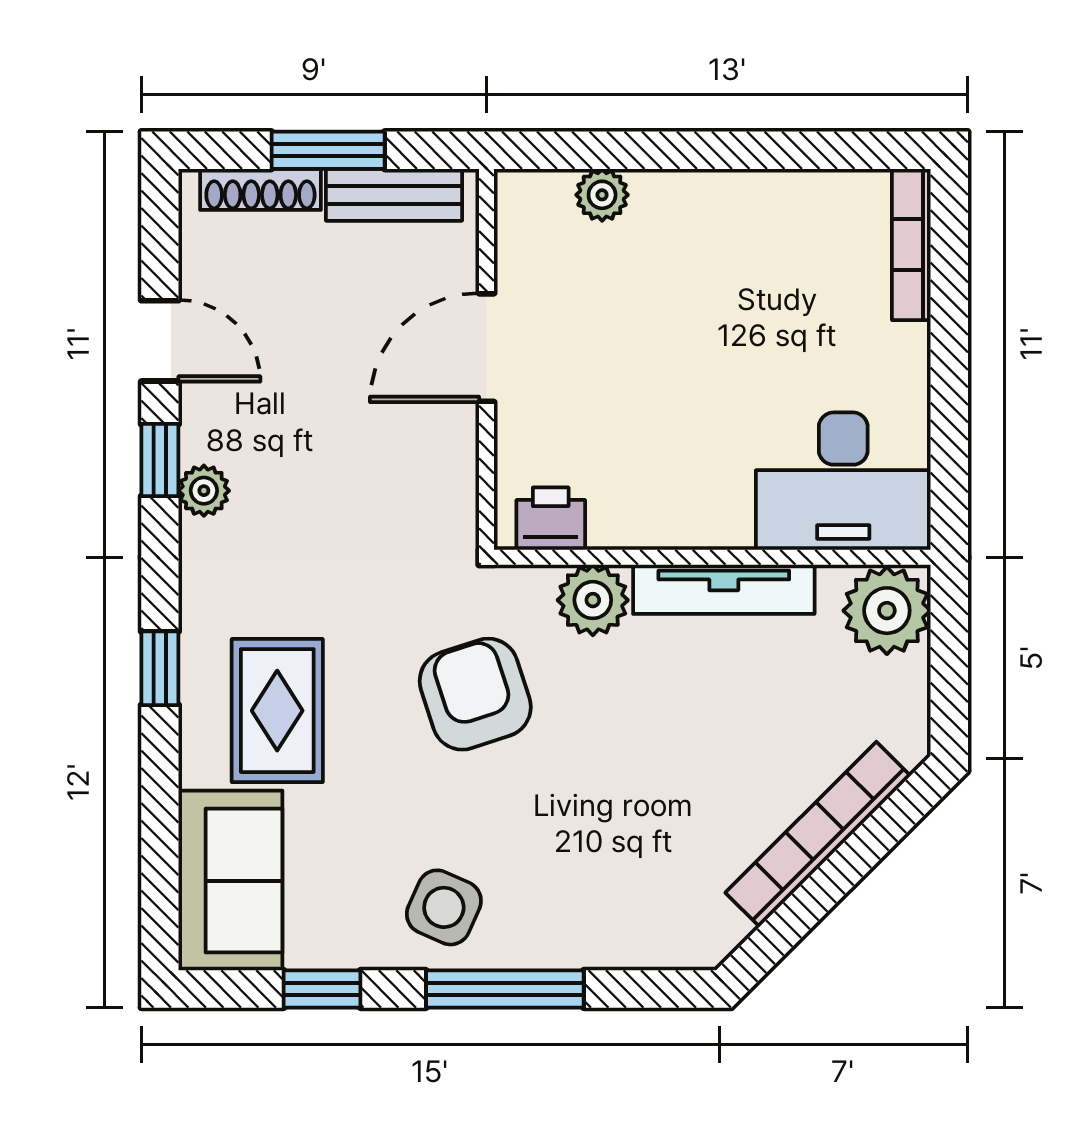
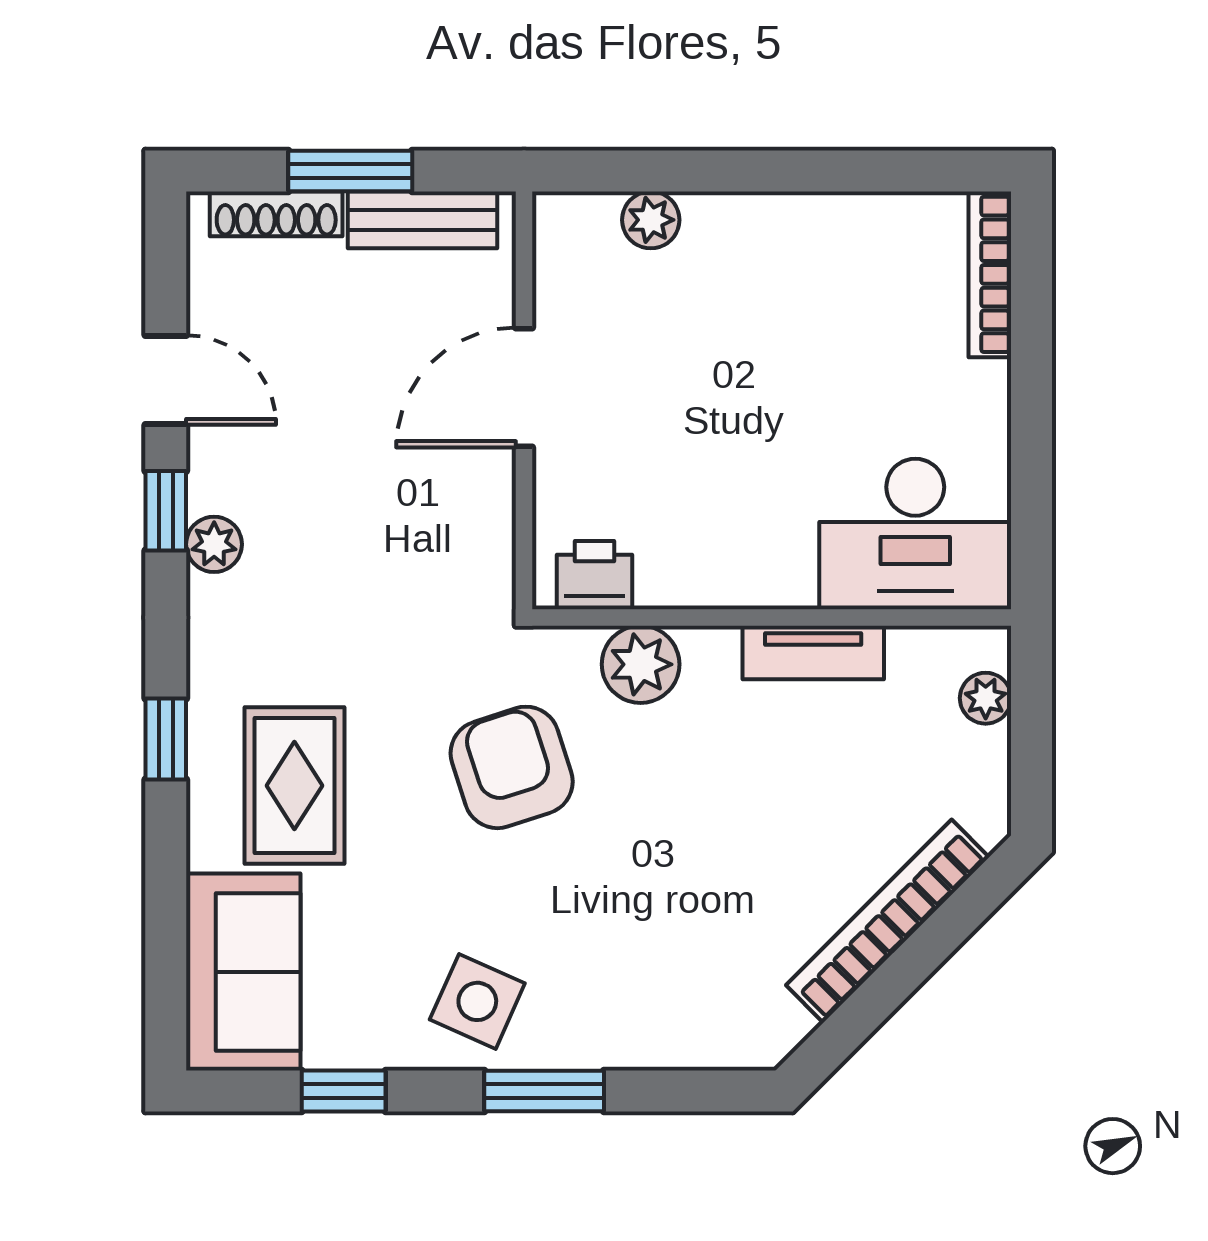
tv unit: (724, 589) -> (813, 653), width x0.71
plant: (887, 611) -> (986, 698), width x0.53, depth x0.53
window: (505, 989) -> (544, 1091), width x0.69

